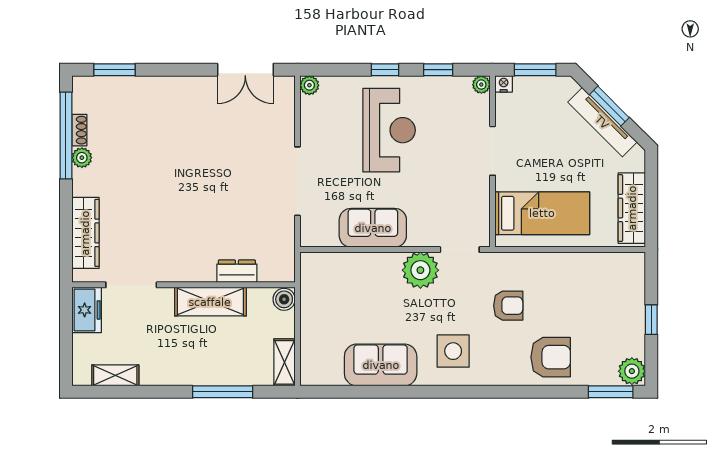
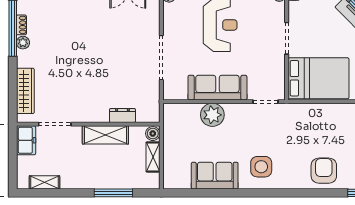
bed: (542, 213) -> (318, 78), width x1.50
sofa: (373, 228) -> (217, 88), width x1.36
plant: (420, 270) -> (212, 115), moved
armchair: (508, 306) -> (297, 138), removed
armchair: (551, 357) -> (324, 171), turned -90
shelving: (285, 362) -> (153, 157), moved

